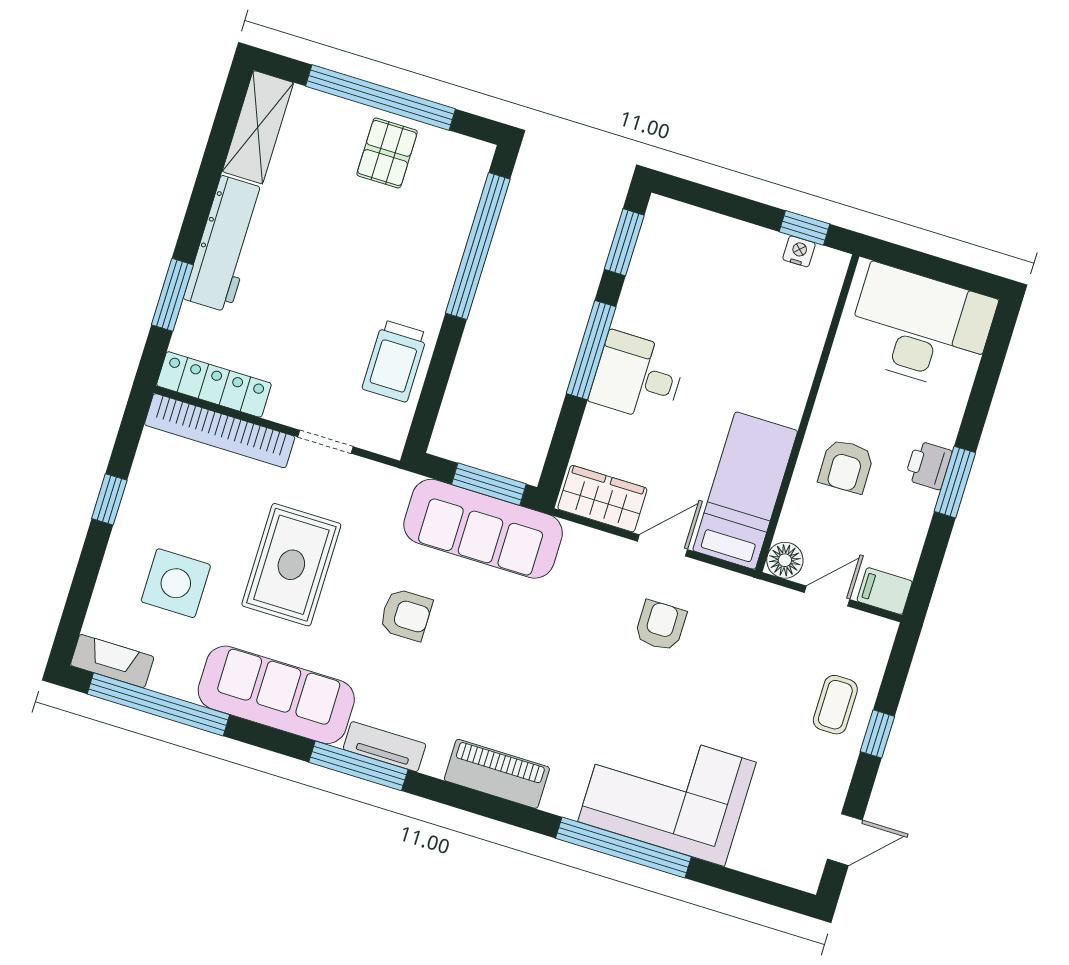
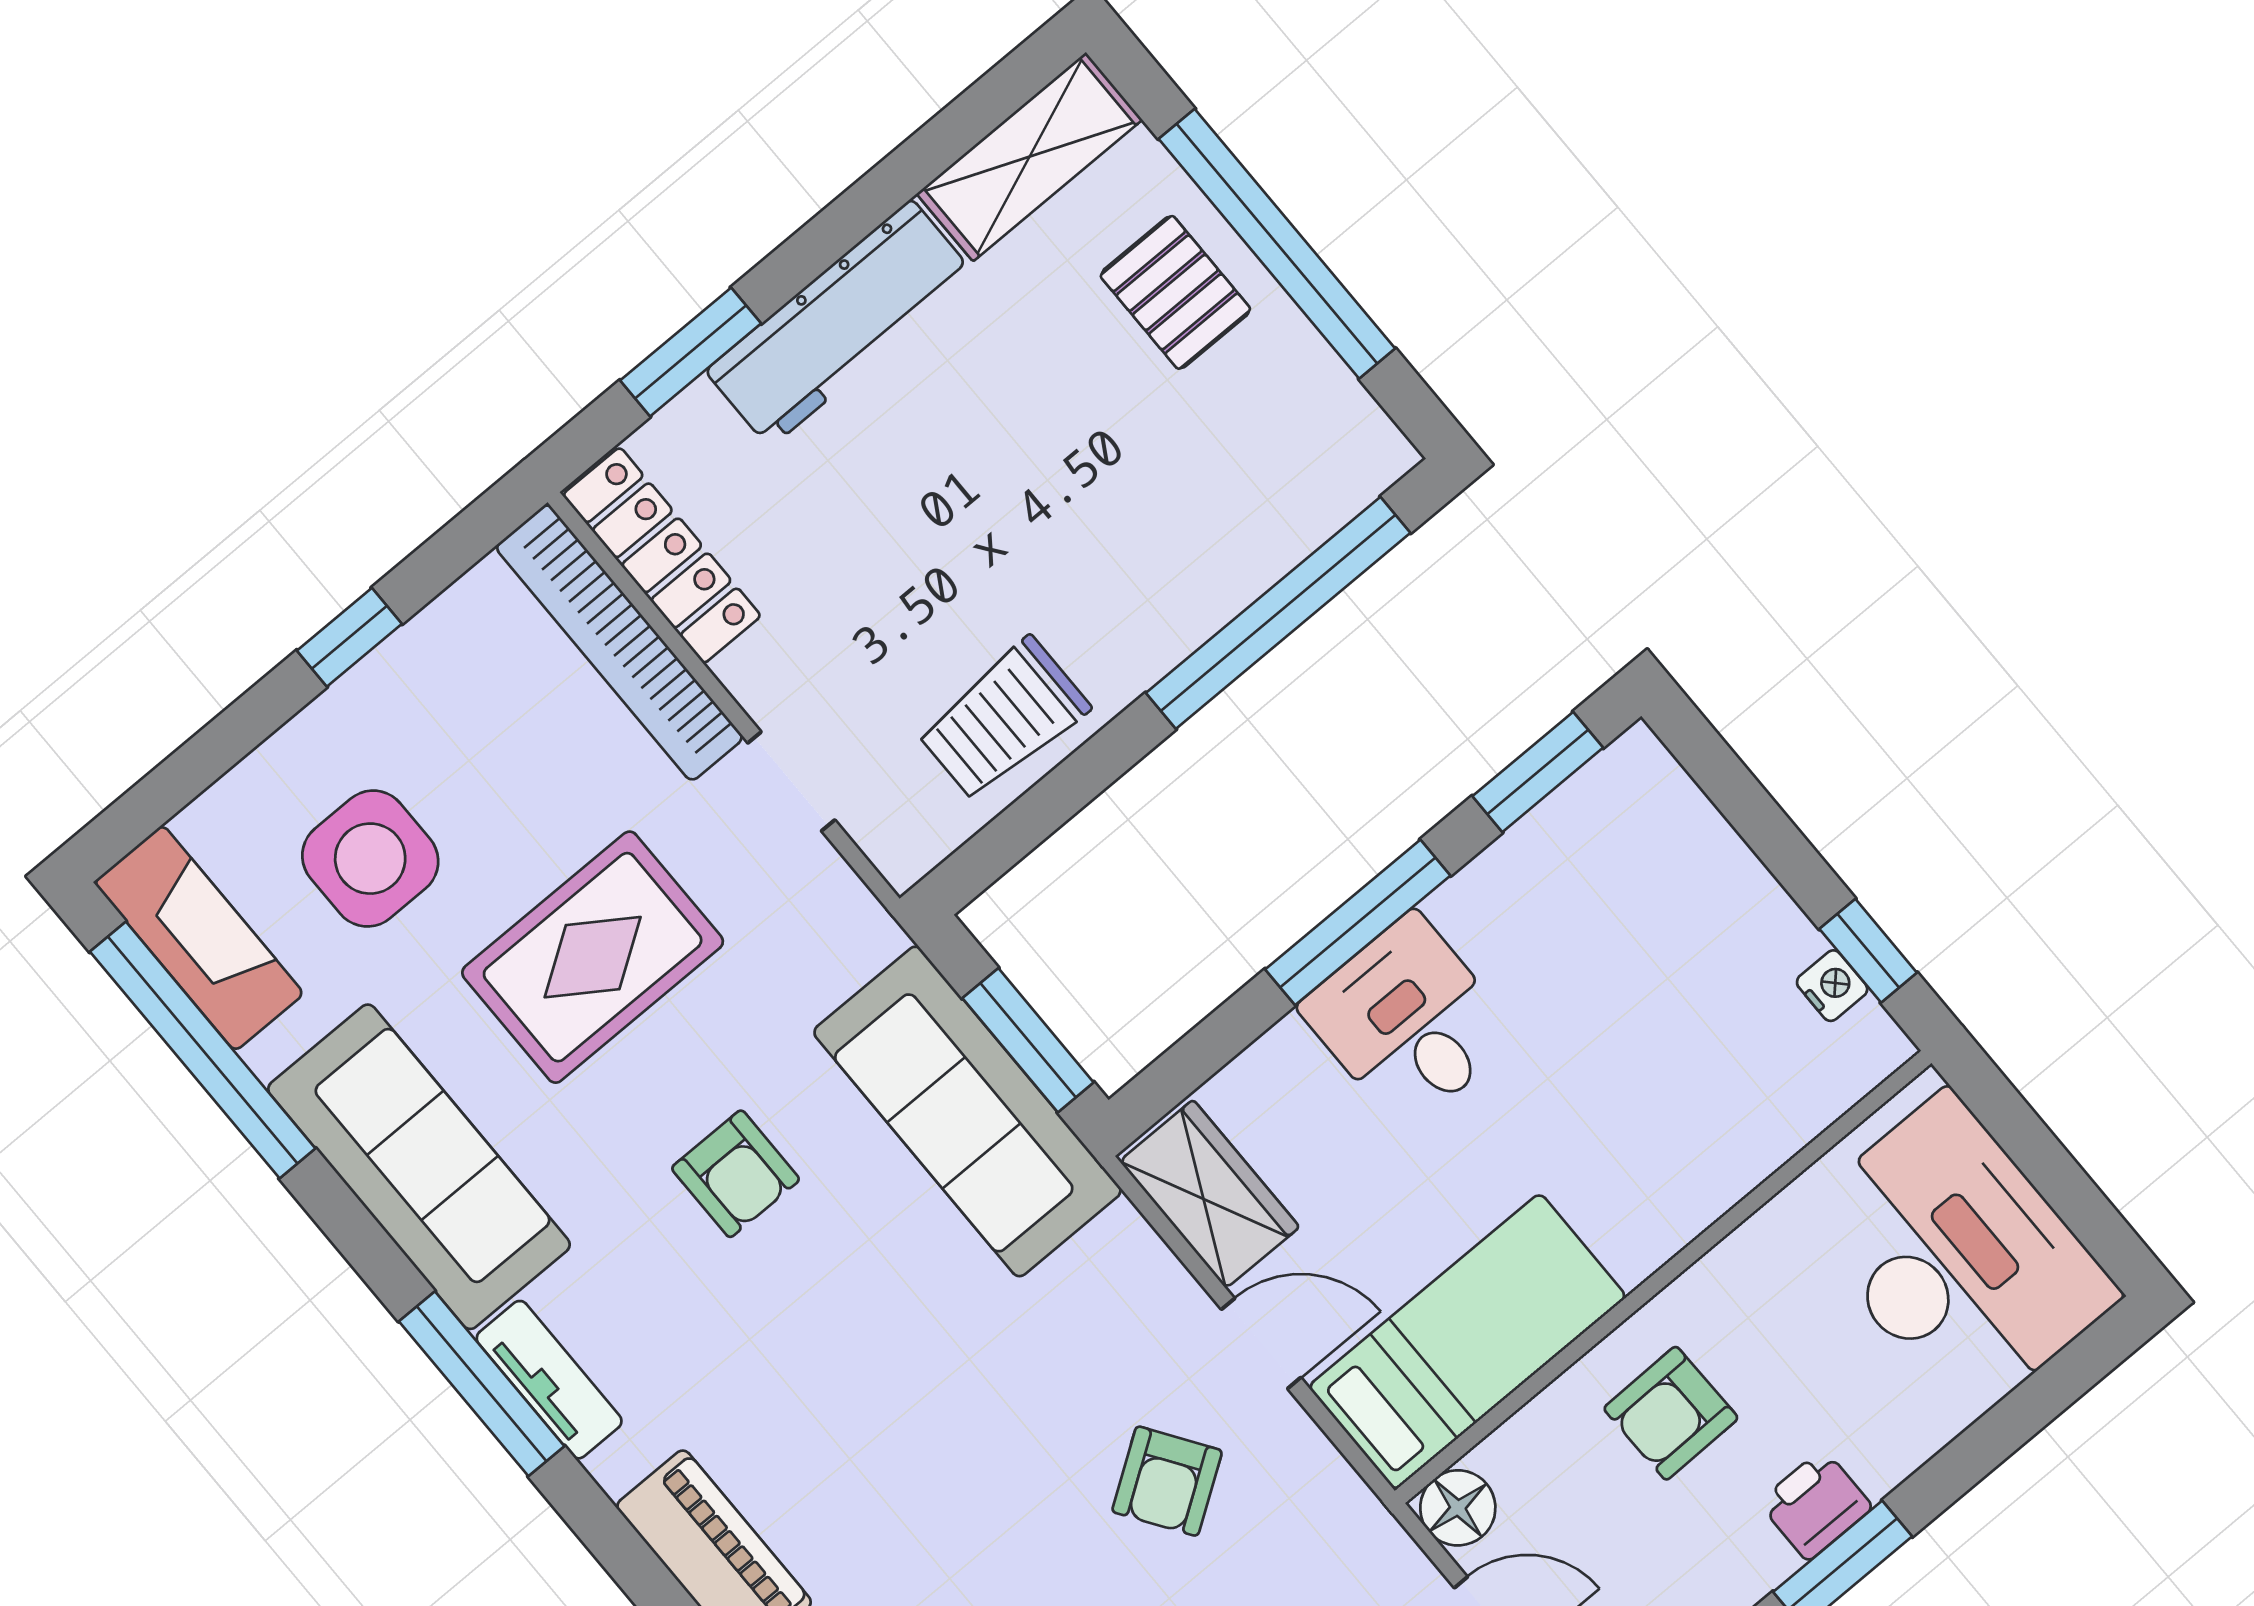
pallet: (387, 153) -> (1175, 292), moved, turned 90
armchair: (661, 626) -> (1167, 1481), turned 146
fireplace: (112, 661) -> (199, 938), width x1.37, depth x1.32

